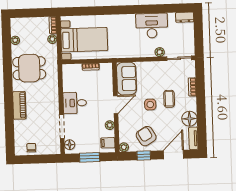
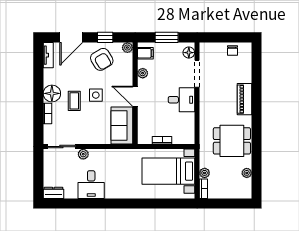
desk: (152, 26) -> (91, 185), width x0.73
door: (116, 105) -> (135, 96), hinge flipped
floor lamp: (189, 119) -> (52, 93), moved

